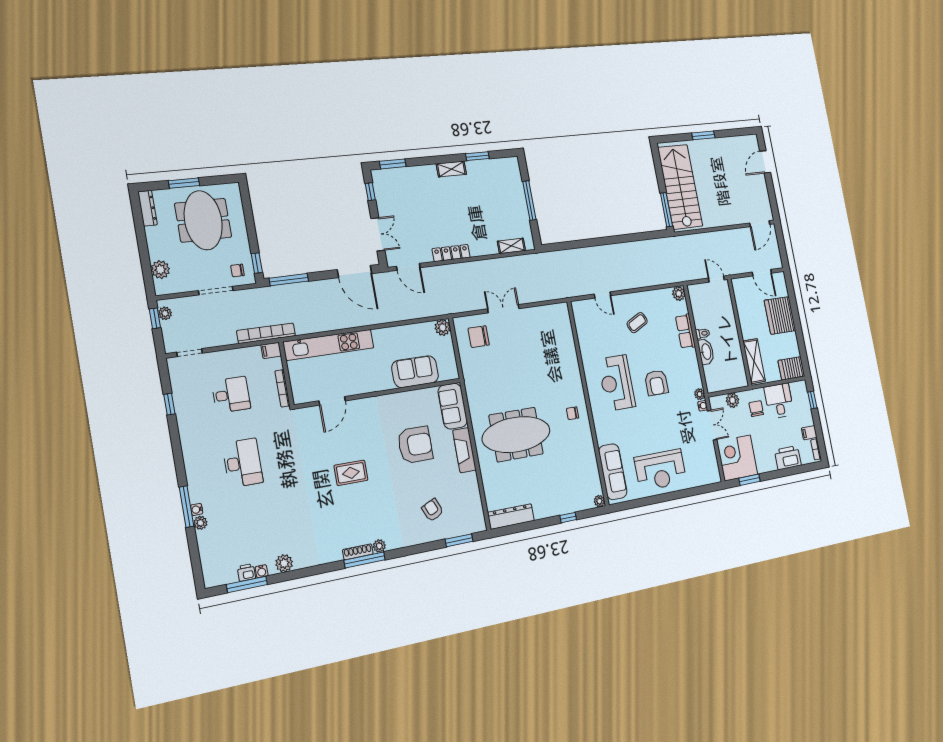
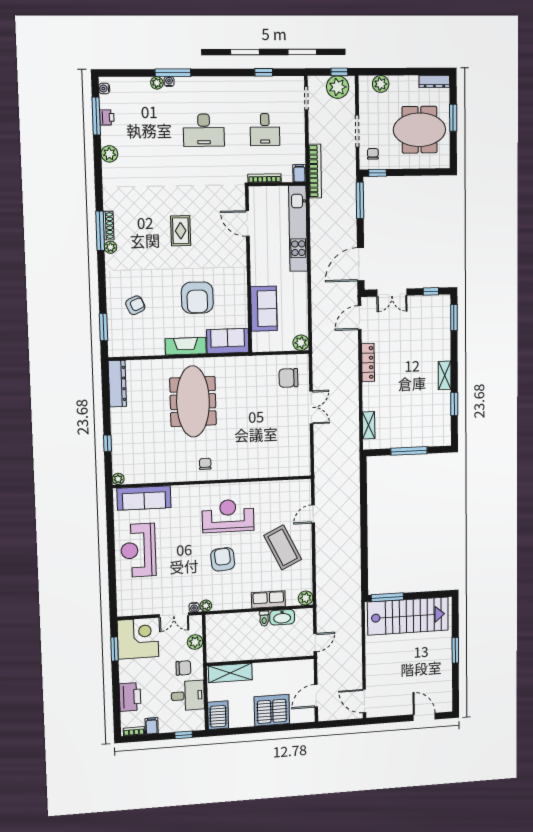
plant: (165, 313) -> (338, 87), width x1.88, depth x1.88
coffee table: (637, 323) -> (283, 547), width x1.86, depth x1.72
chair: (479, 337) -> (288, 378), turned -90
washbasin: (706, 352) -> (282, 617), moved
armchair: (656, 383) -> (223, 559), turned 85
water cooler: (262, 571) -> (104, 89), moved

